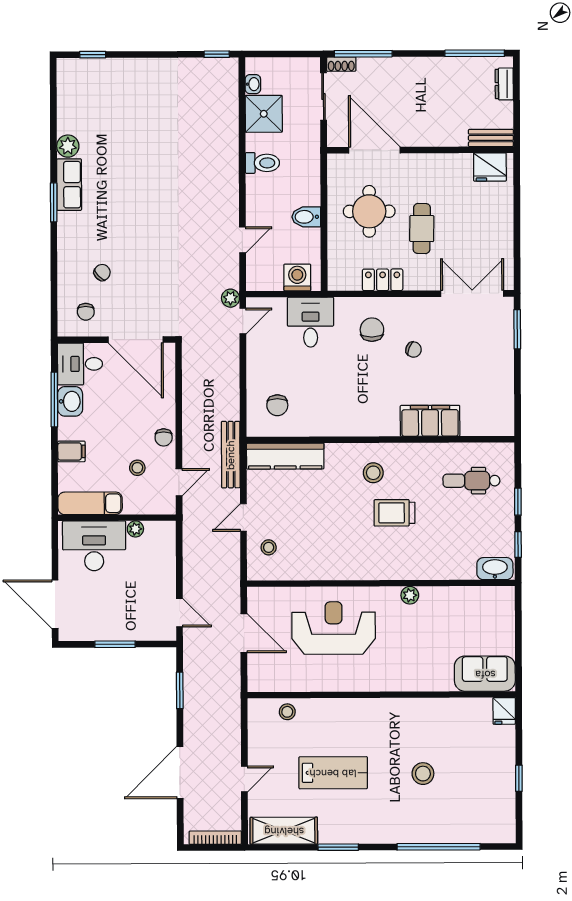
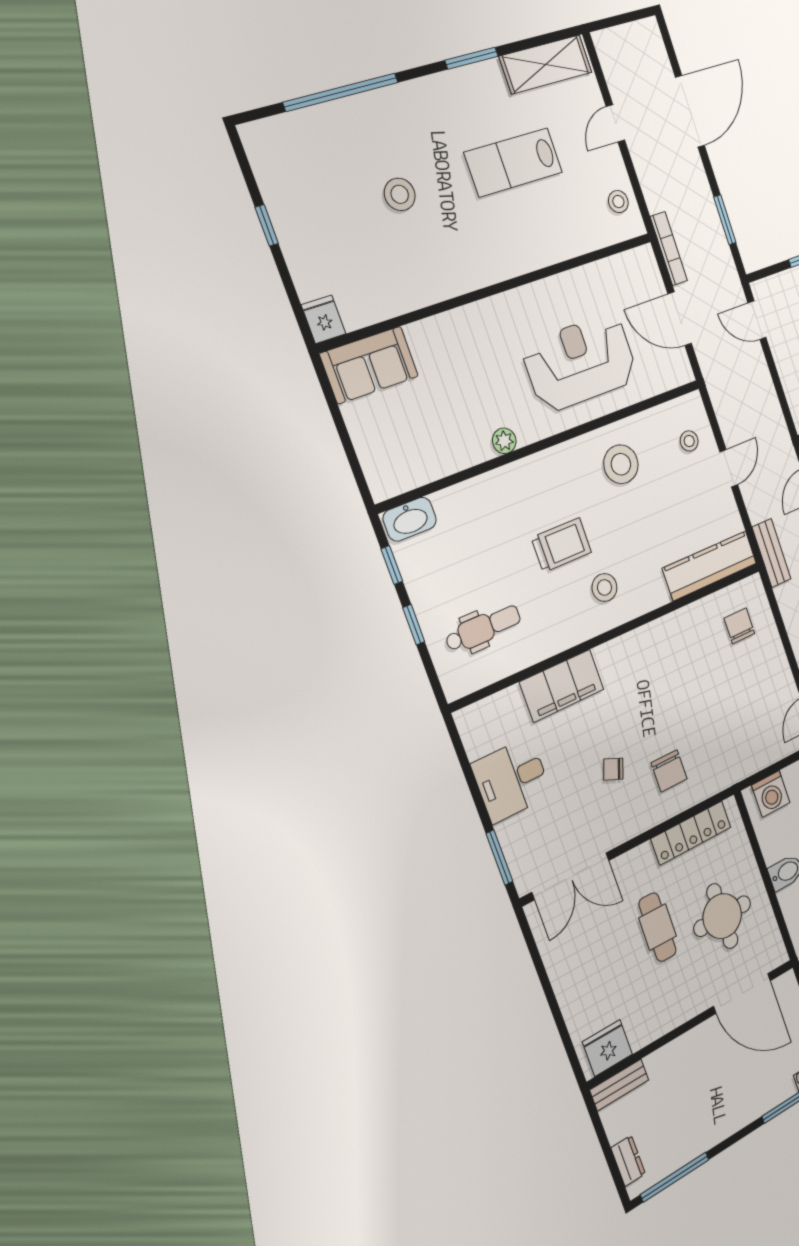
locker: (383, 280) -> (691, 833), width x1.53
desk: (311, 322) -> (512, 780), moved, turned 90
bench: (231, 455) -> (772, 553), width x0.73
stool: (329, 550) -> (621, 464), added
reception desk: (334, 628) -> (580, 362), turned 180
stool: (287, 712) -> (618, 202), moved
bookcase: (215, 838) -> (669, 249), moved, turned -90

